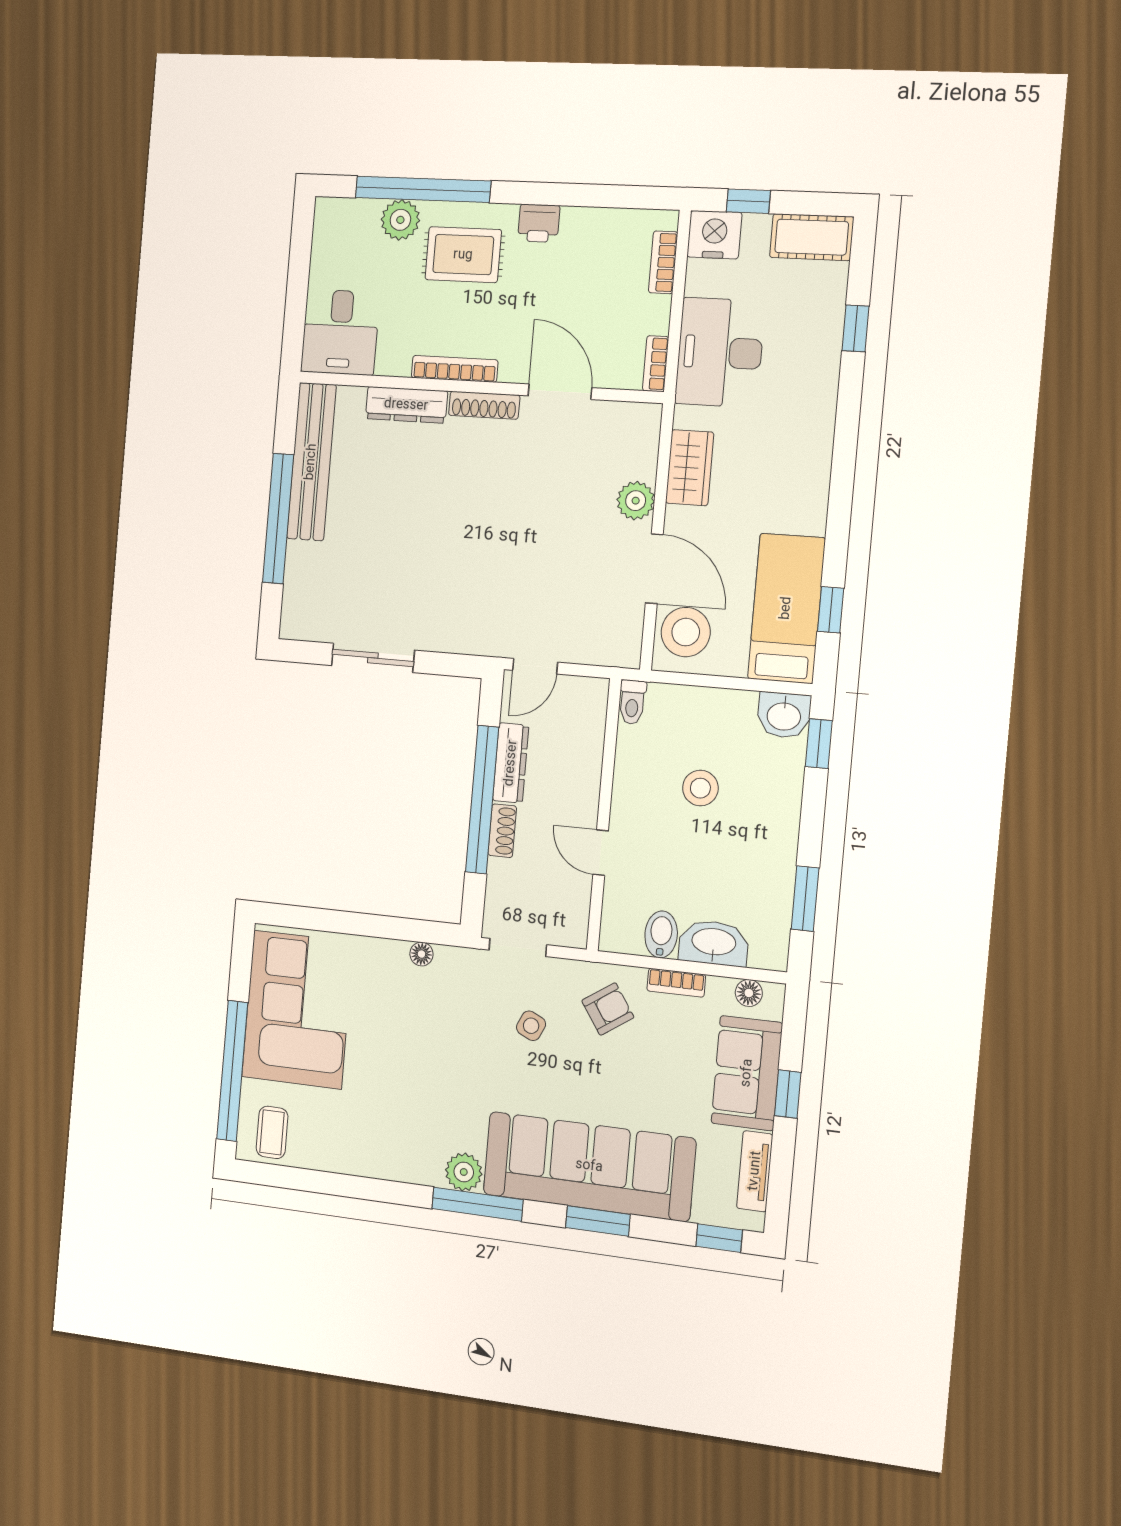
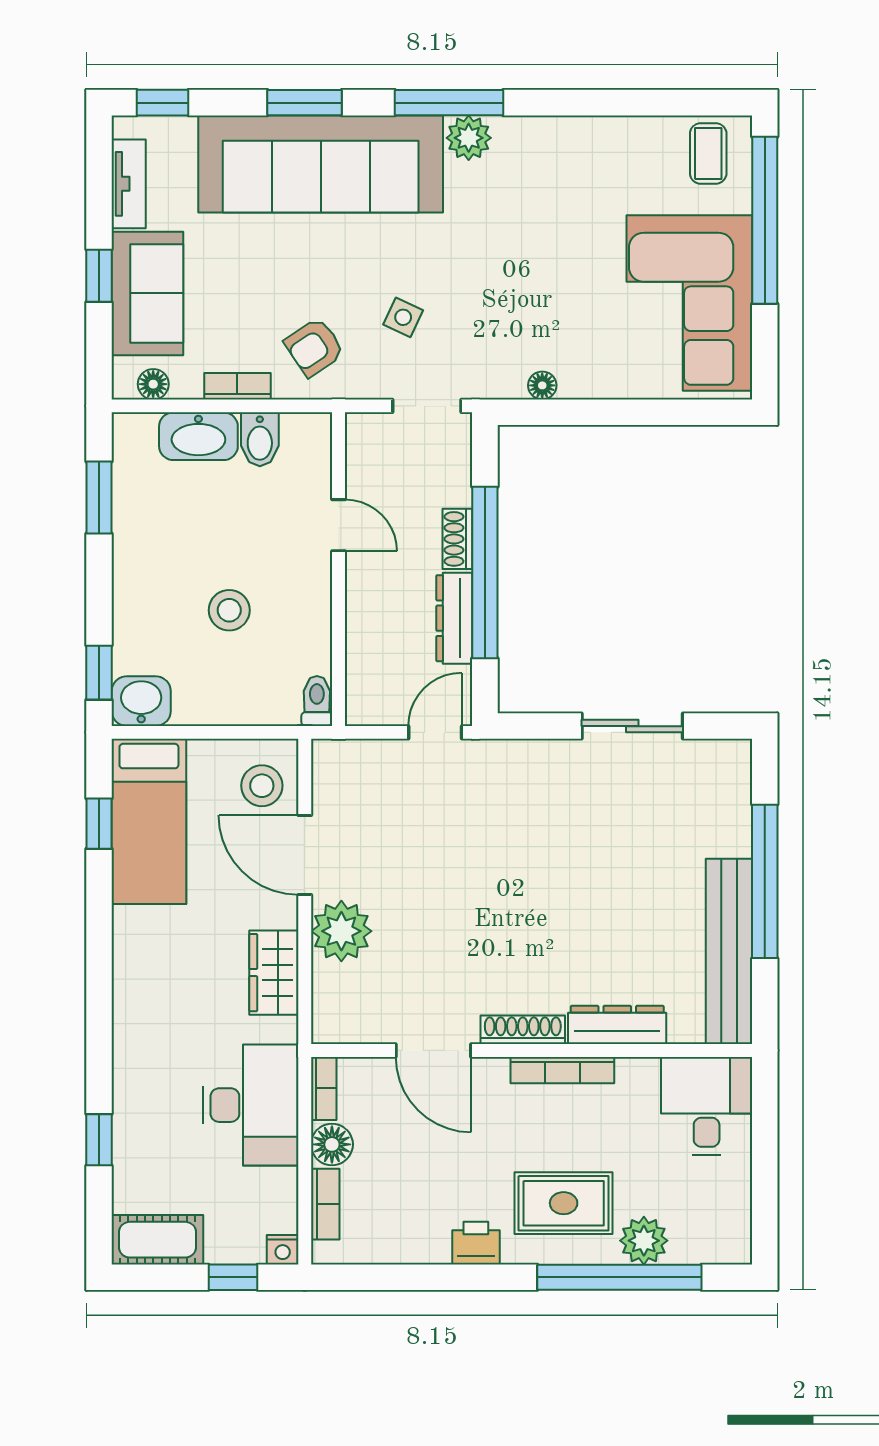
nightstand: (714, 235) -> (283, 1250), width x0.53, depth x0.56
floor lamp: (653, 314) -> (332, 1144), added
plant: (636, 501) -> (341, 931), width x1.36, depth x1.36
stool: (686, 632) -> (262, 786), width x0.73, depth x0.73

